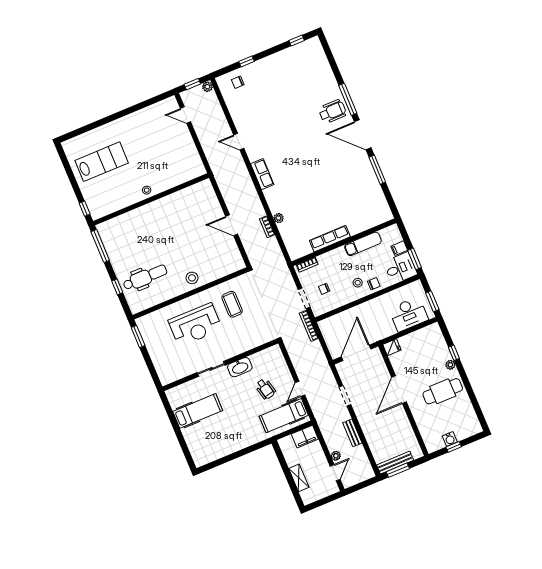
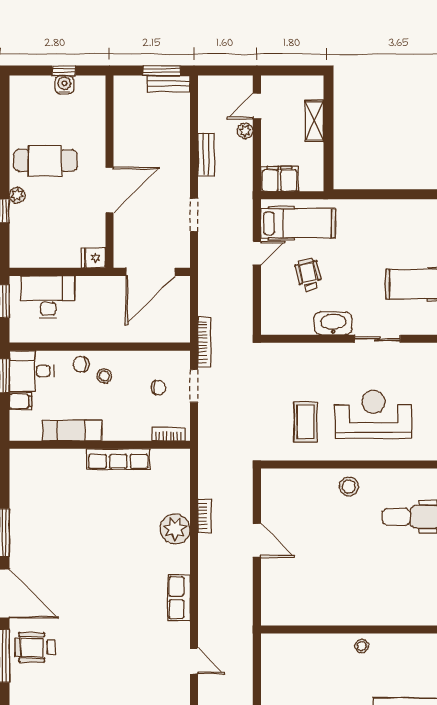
plant: (279, 218) -> (175, 529), width x1.88, depth x1.88
bench: (395, 463) -> (169, 84), width x0.73

